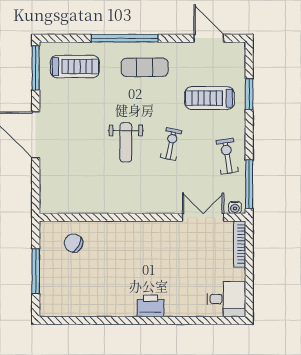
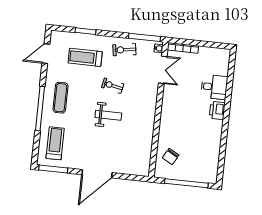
treadmill: (209, 98) -> (85, 57), turned 90
double door: (203, 217) -> (163, 70), swing flipped
window: (36, 271) -> (186, 183), width x1.46
desk: (226, 299) -> (214, 87), moved, turned 90

